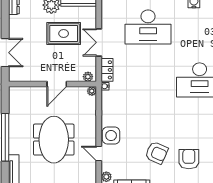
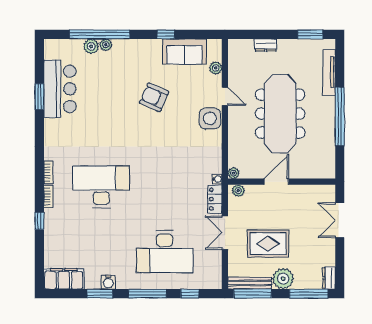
desk: (148, 27) -> (165, 252), turned 180
double door: (99, 42) -> (225, 233), swing flipped
meeting table: (54, 140) -> (280, 114), width x1.36
armchair: (189, 159) -> (114, 90), removed

